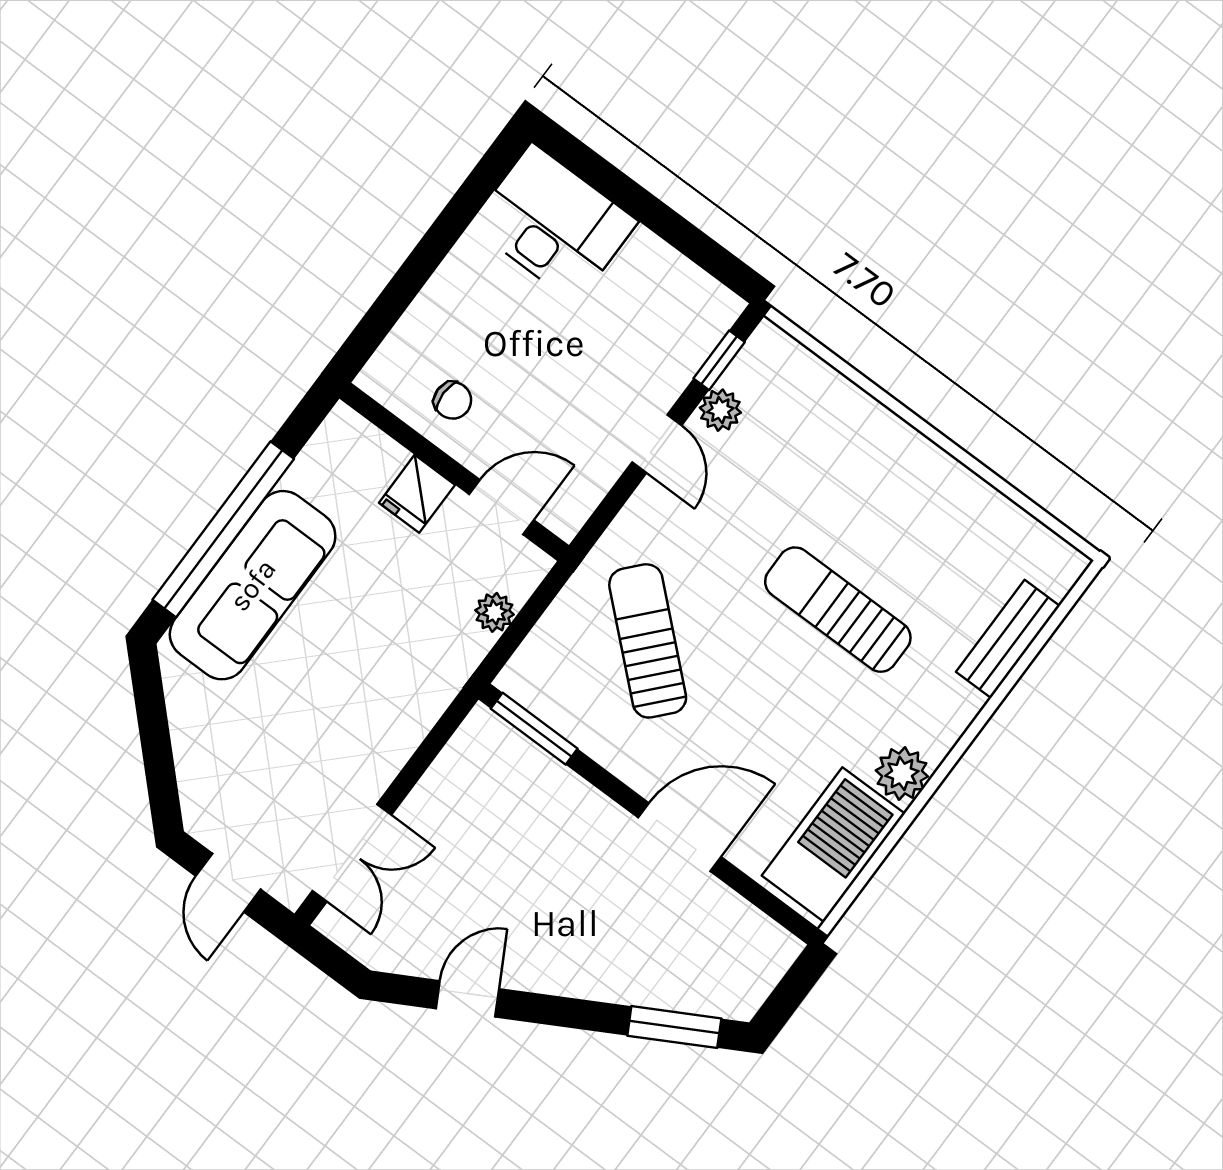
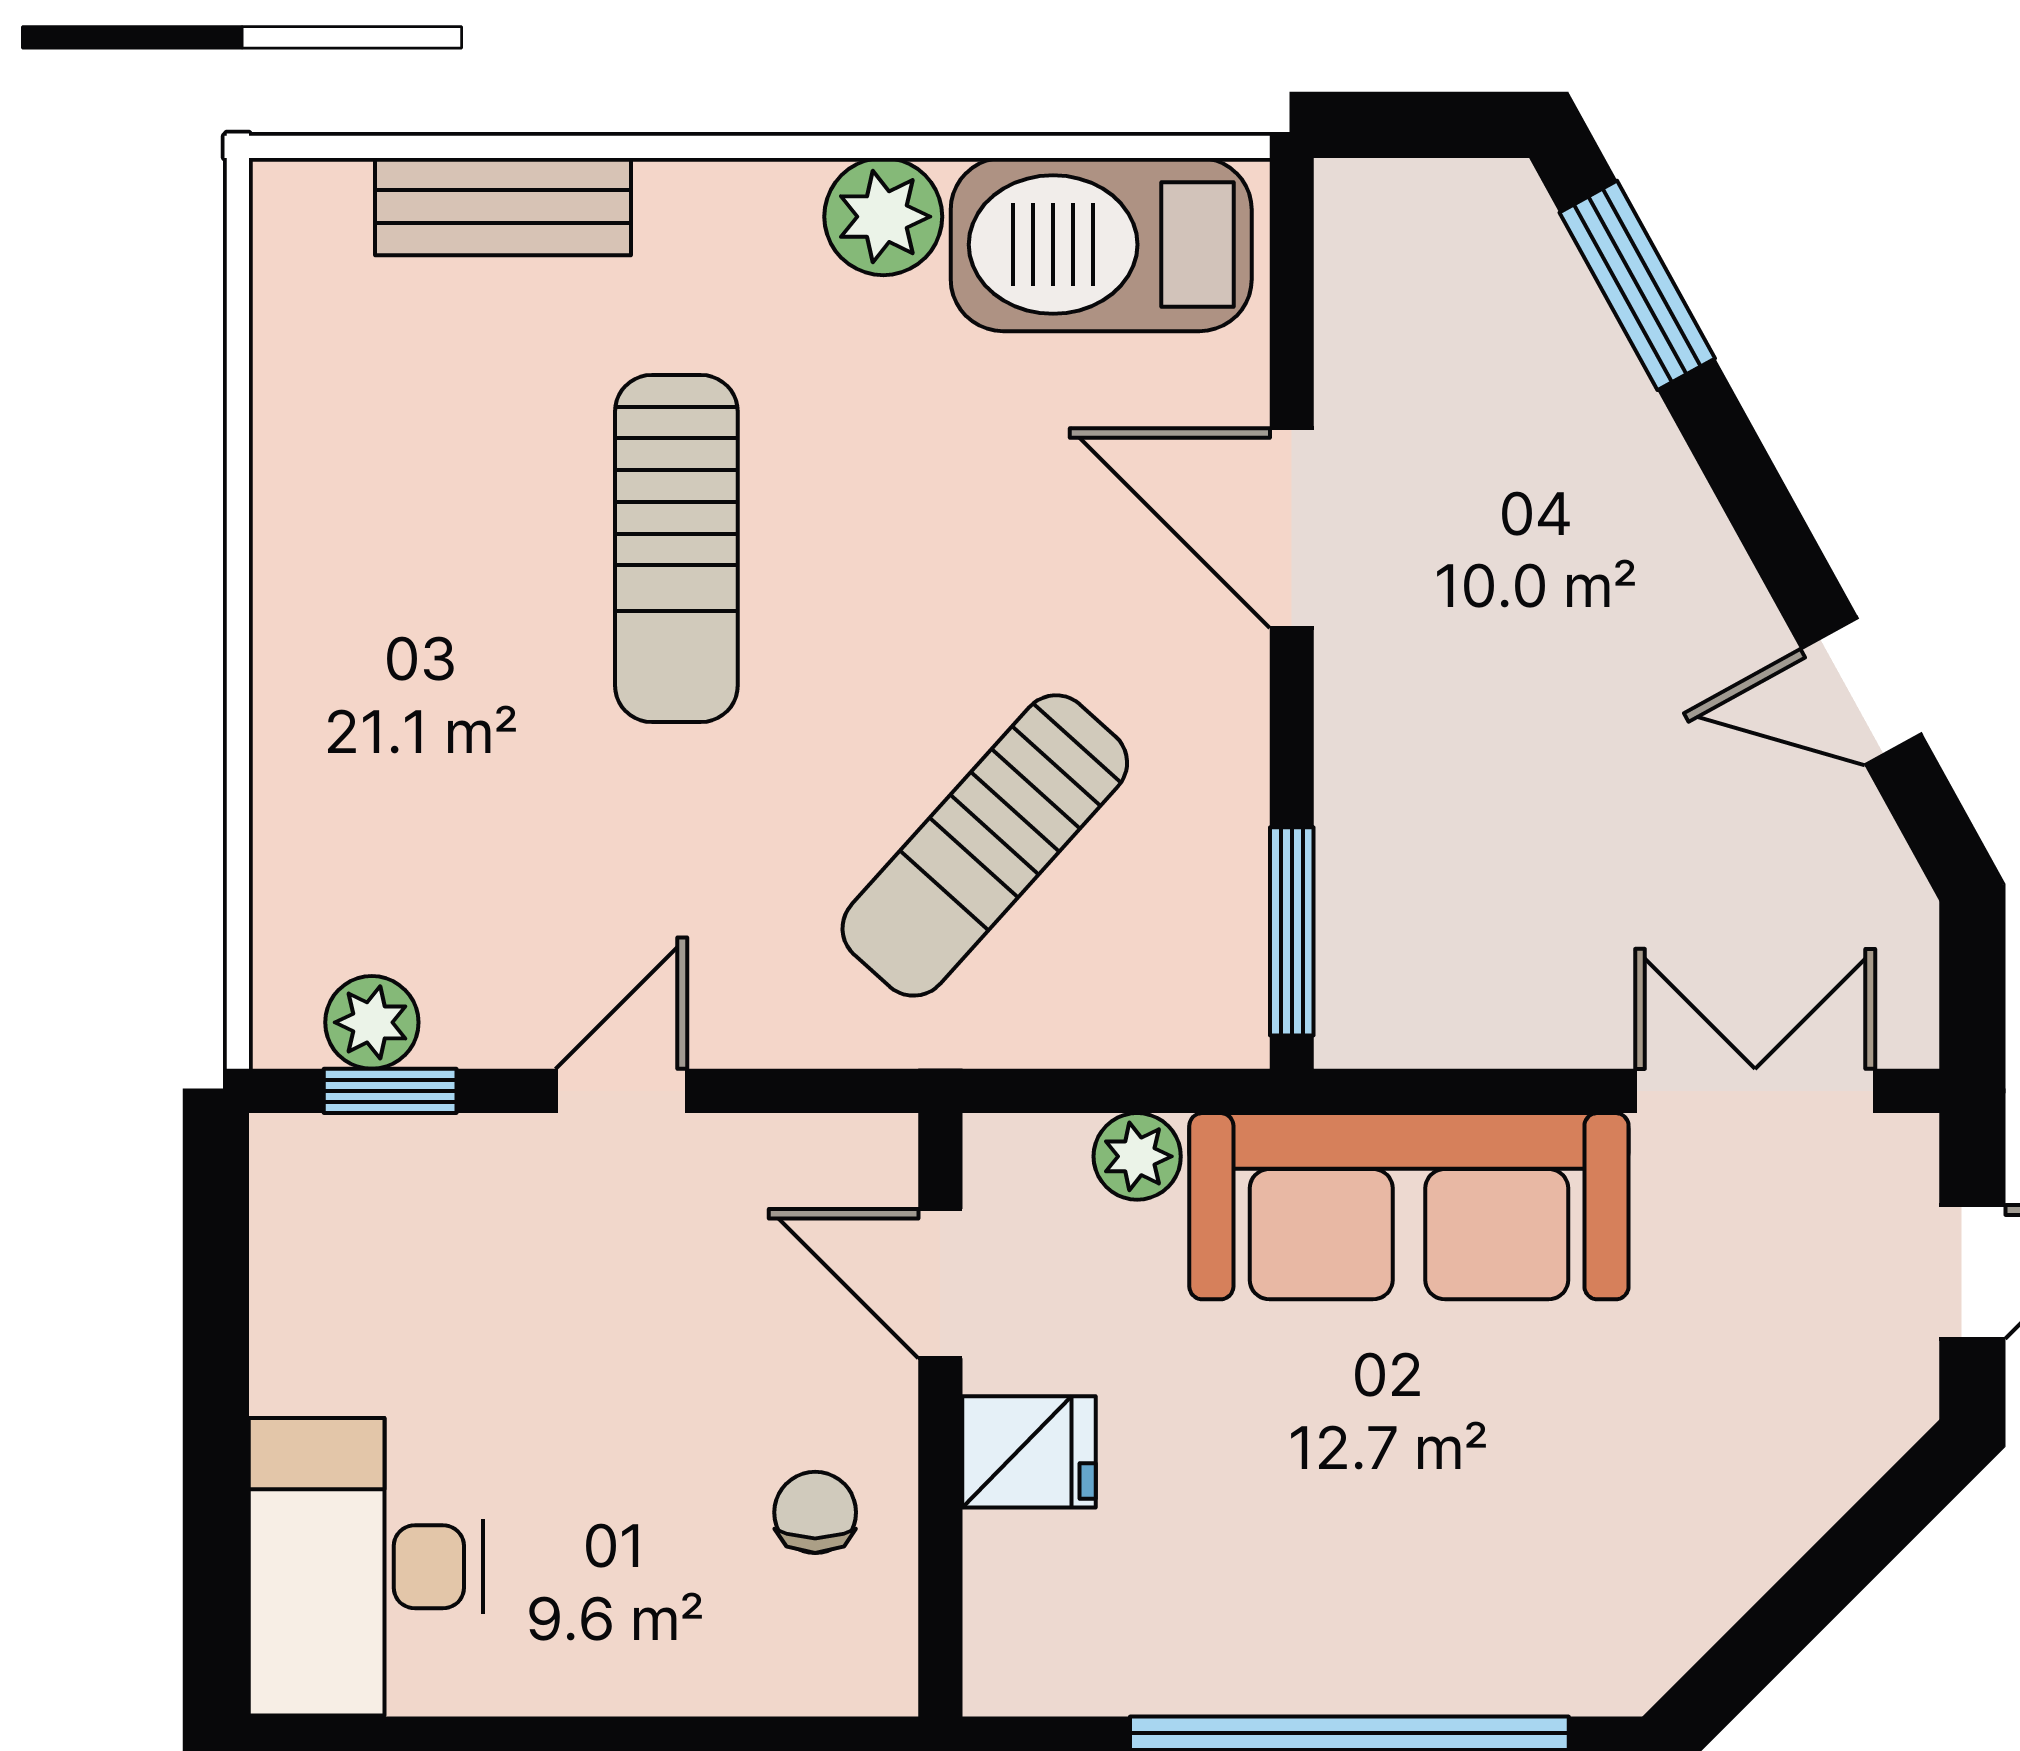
plant: (720, 410) -> (372, 1022), moved
sofa: (253, 585) -> (1409, 1206), moved, turned 180

